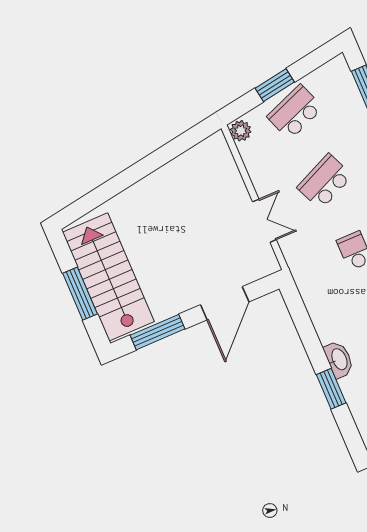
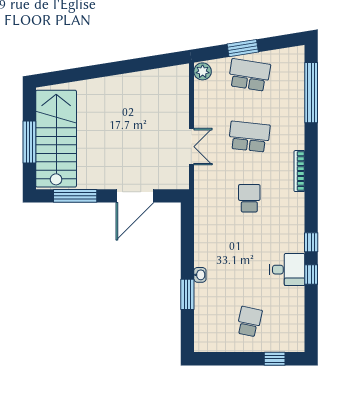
school desk: (295, 112) -> (249, 75), turned 30
school desk: (325, 182) -> (249, 137), turned 30
washbasin: (339, 359) -> (200, 275), width x0.52, depth x0.69

